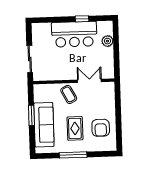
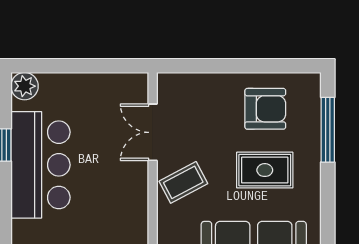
plant: (107, 41) -> (25, 86), moved
window: (73, 155) -> (328, 130), moved

